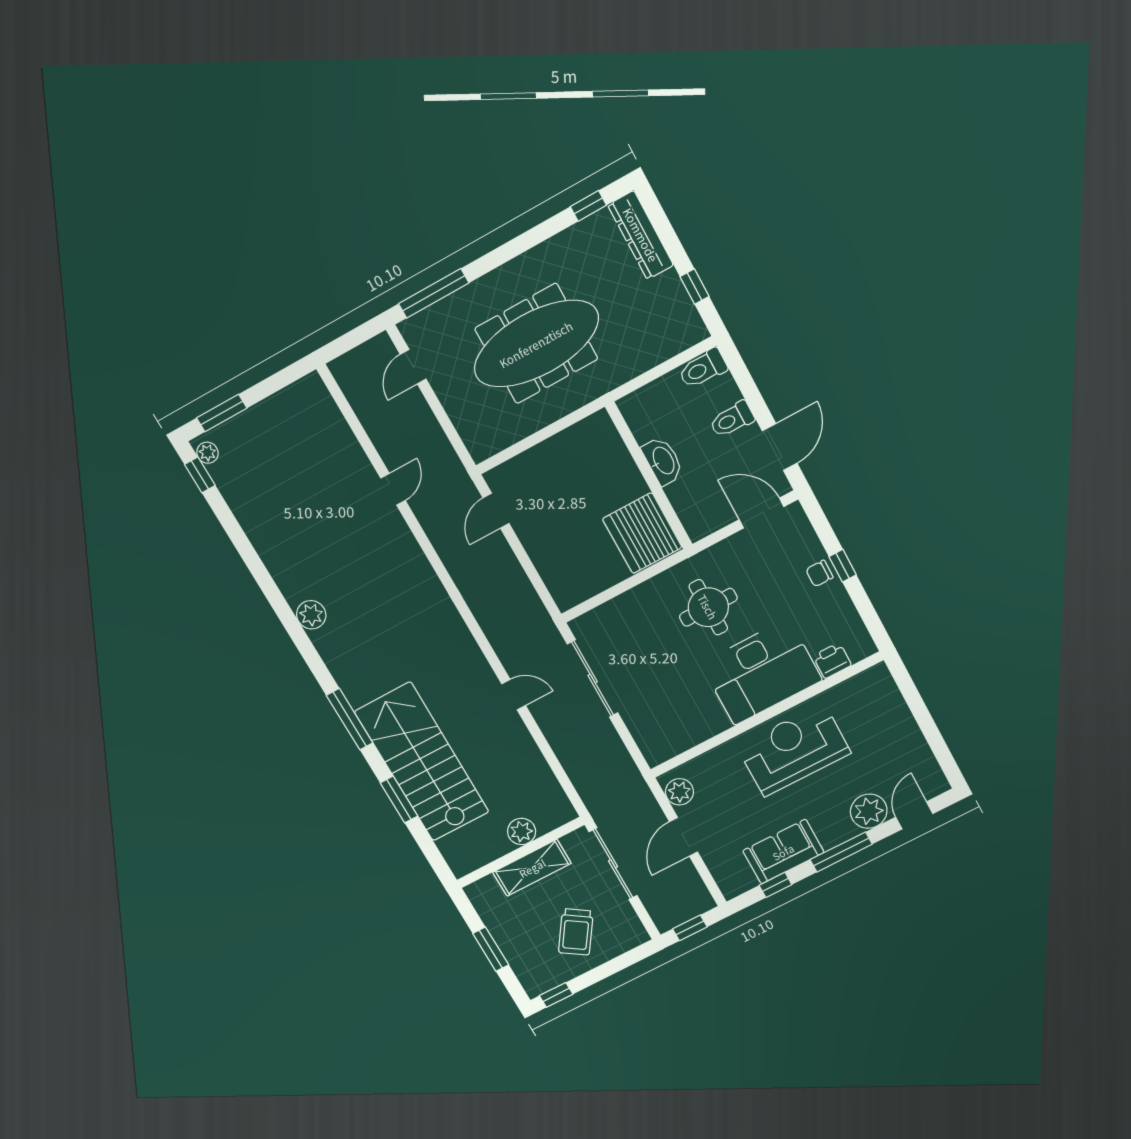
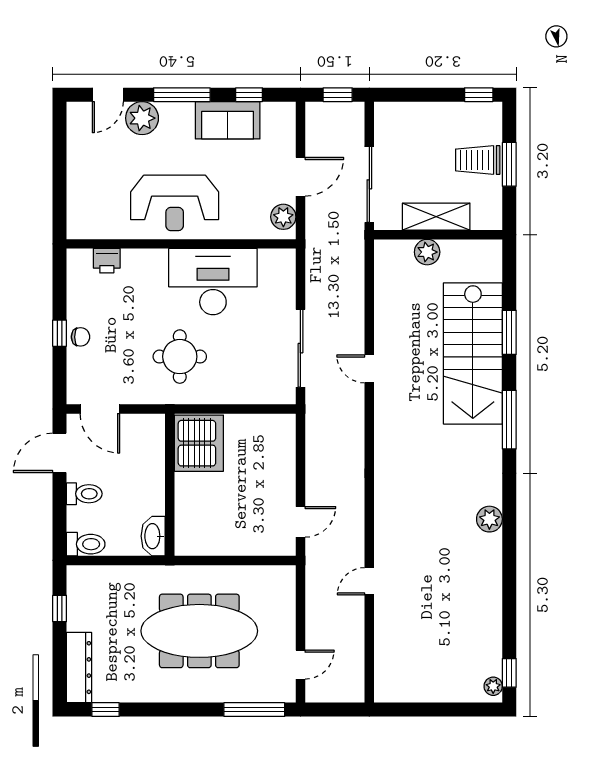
window: (222, 413) -> (464, 710), removed
washbasin: (663, 461) -> (153, 536), moved
desk: (761, 672) -> (213, 282), moved
trolley: (576, 932) -> (478, 160), moved, turned -124

